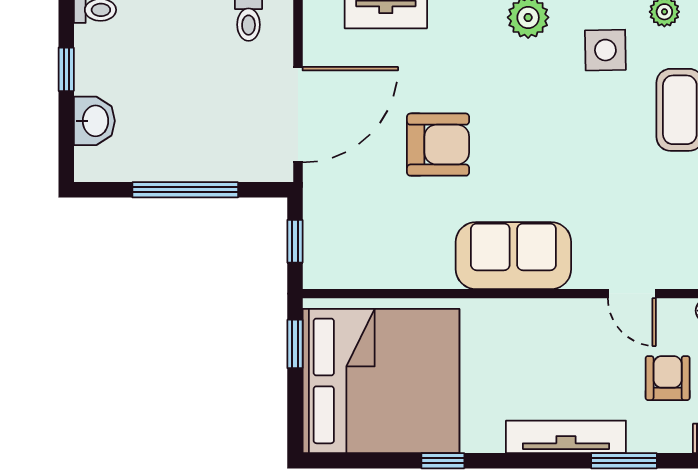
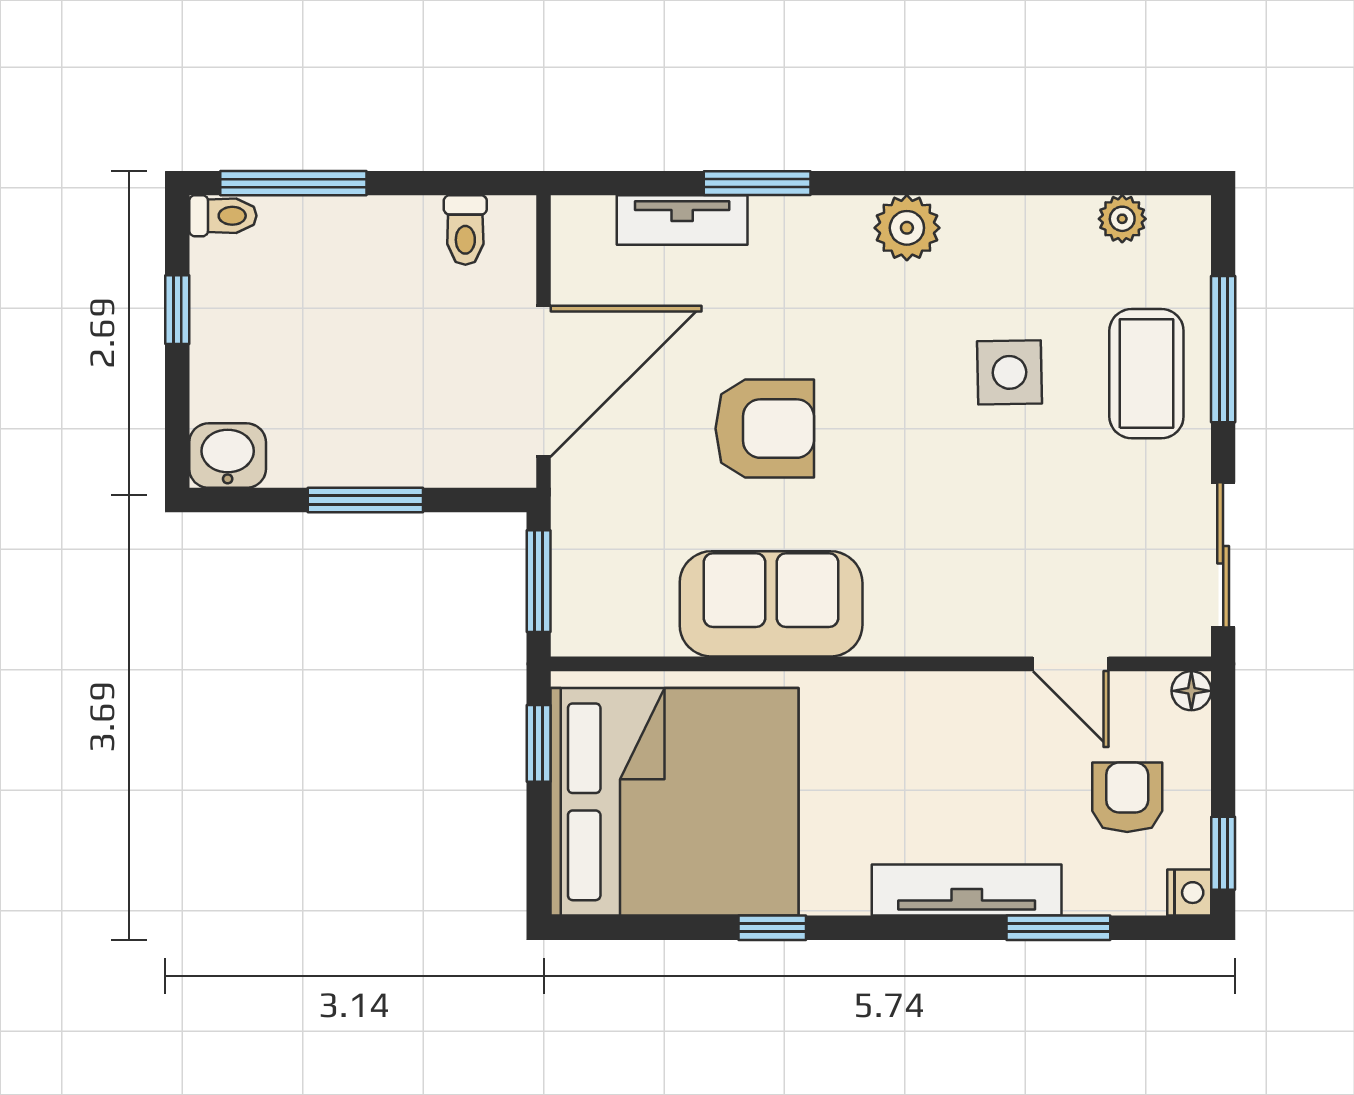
side table: (605, 50) -> (1010, 372), moved
washbasin: (94, 121) -> (228, 456), moved, turned -90
window: (185, 190) -> (365, 500), width x0.69
window: (295, 241) -> (539, 581), width x1.50
sofa: (513, 256) -> (771, 604), moved

